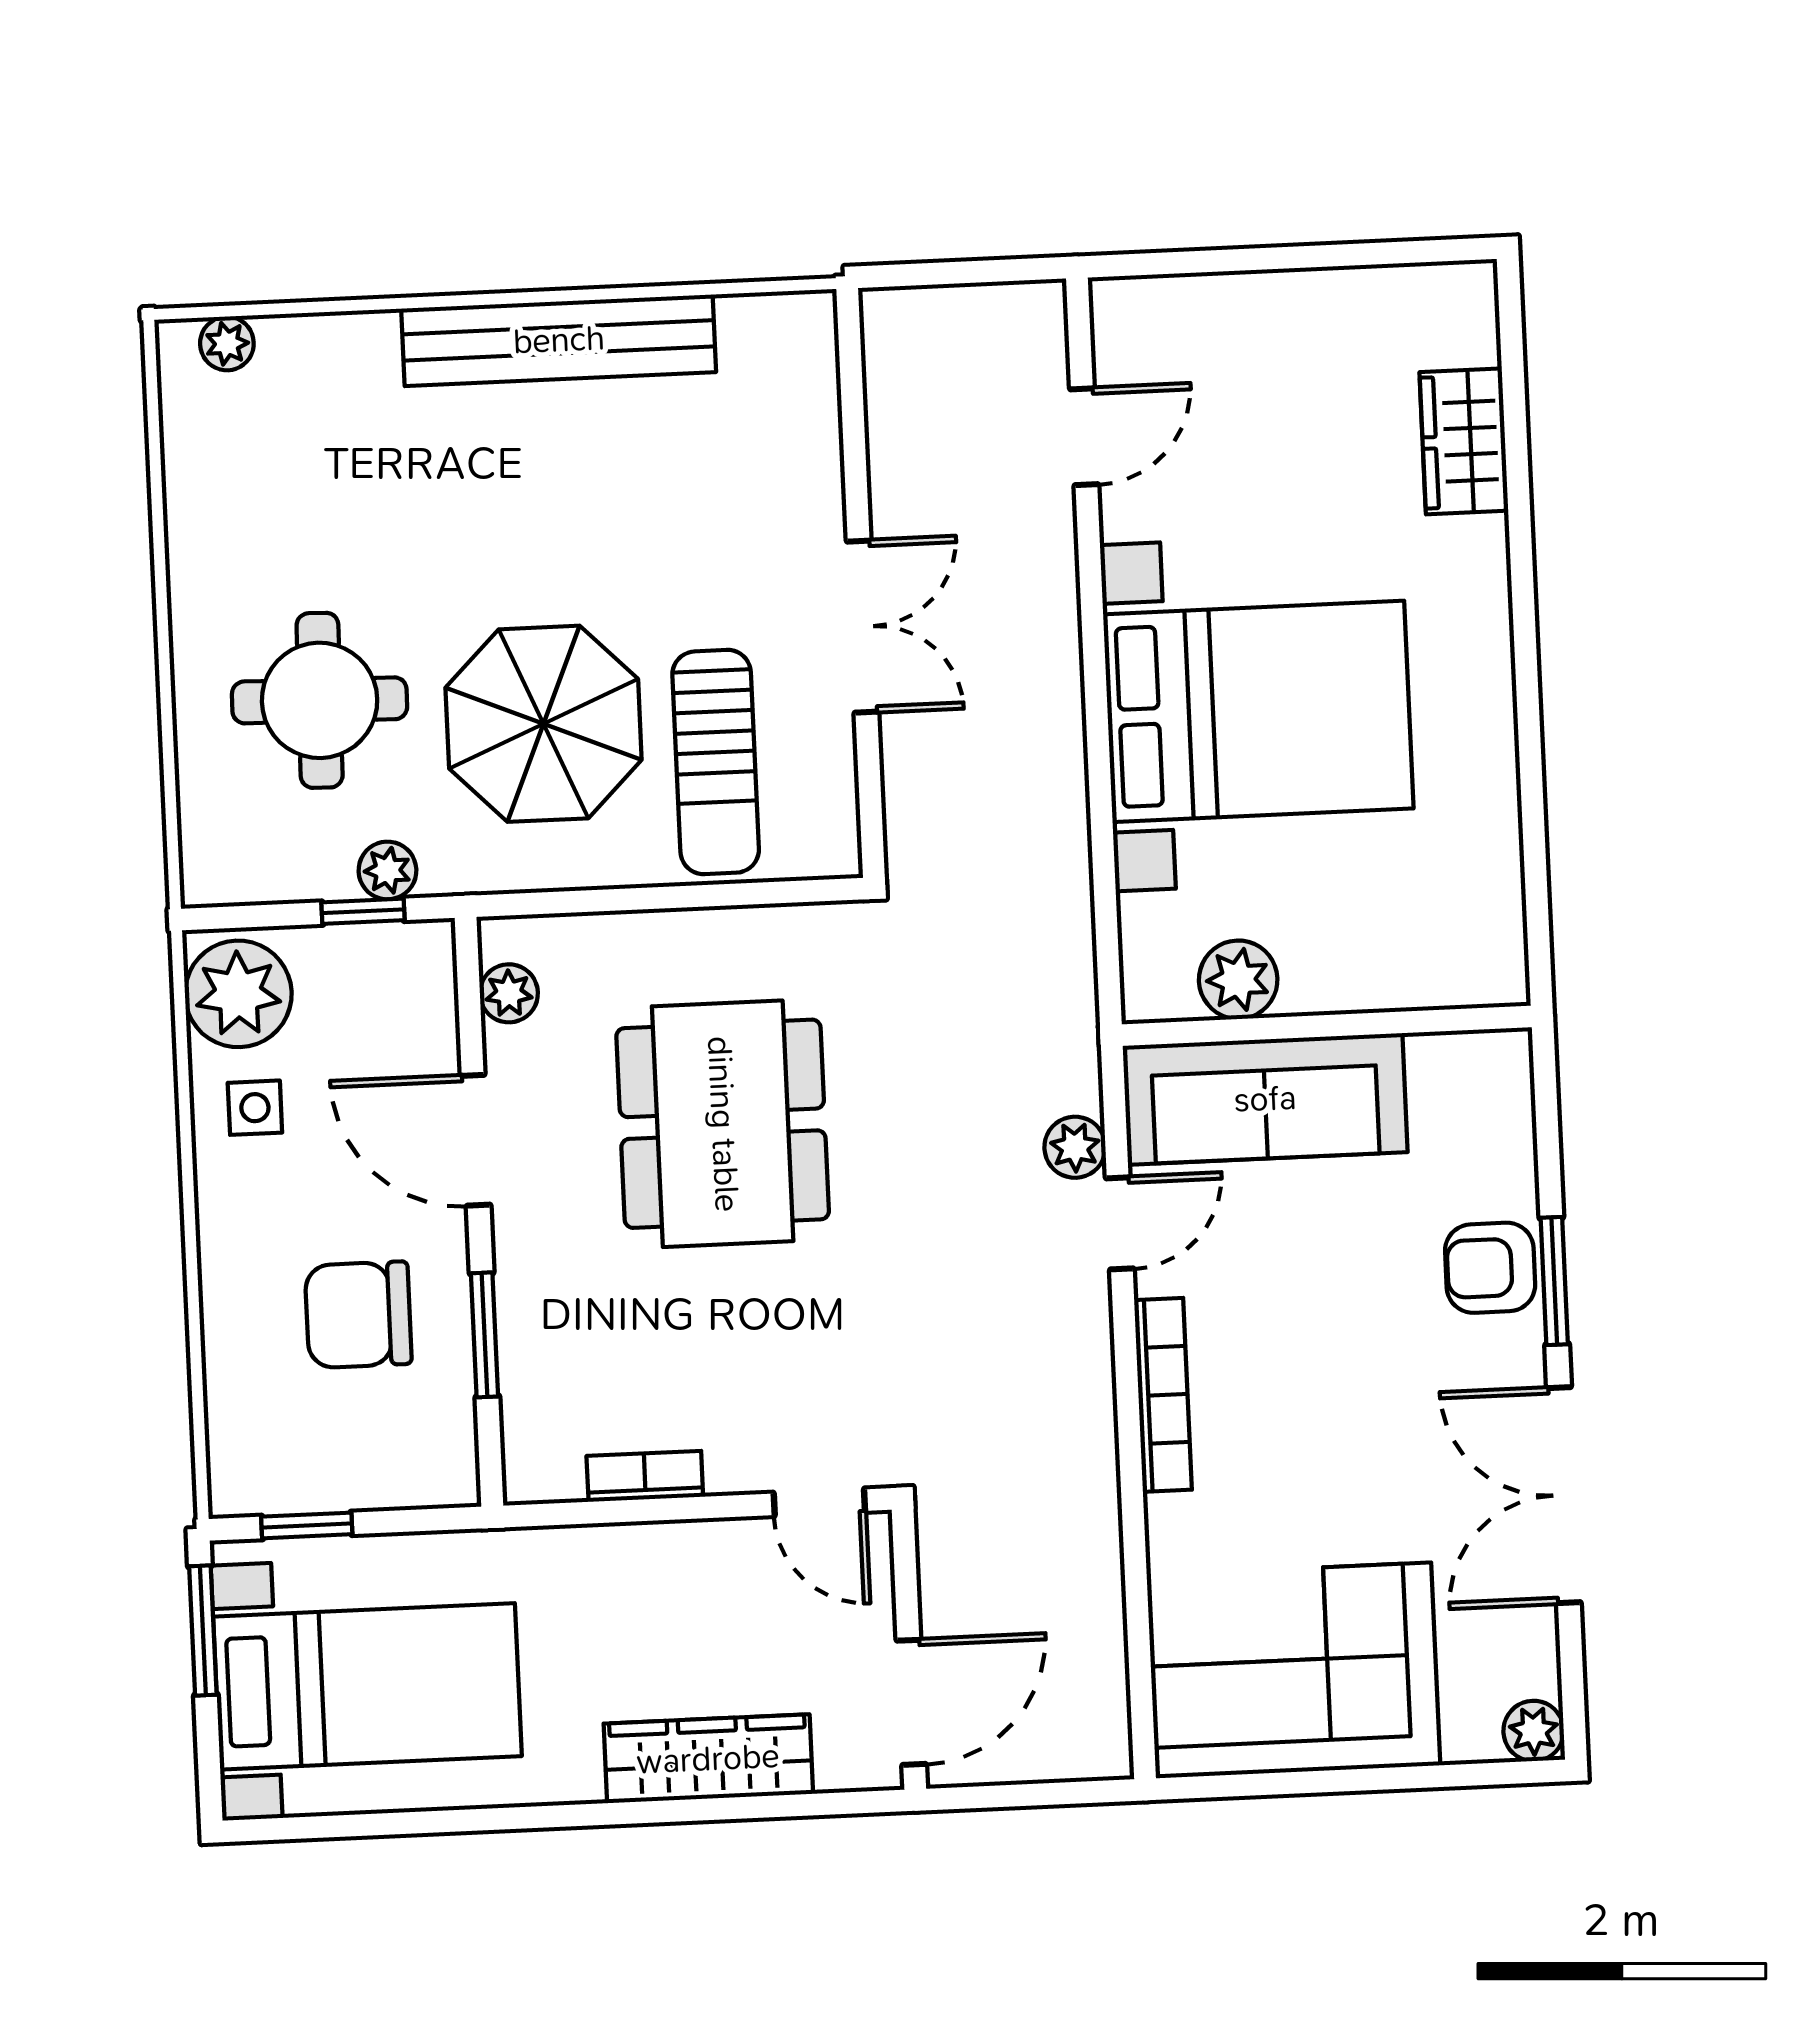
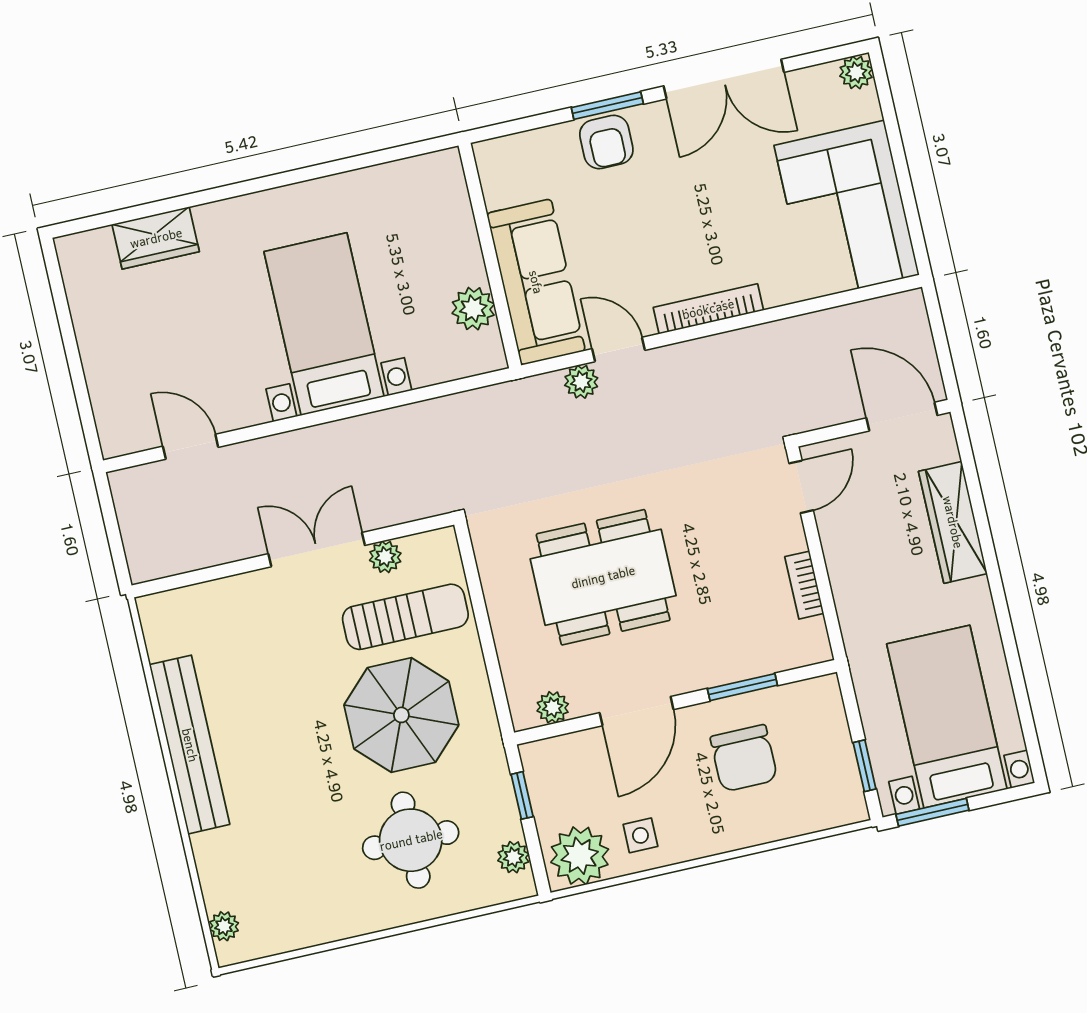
bed with nightstands: (1258, 711) -> (324, 324), width x0.73
plant: (828, 746) -> (385, 557), added
plant: (387, 870) -> (513, 857), moved

